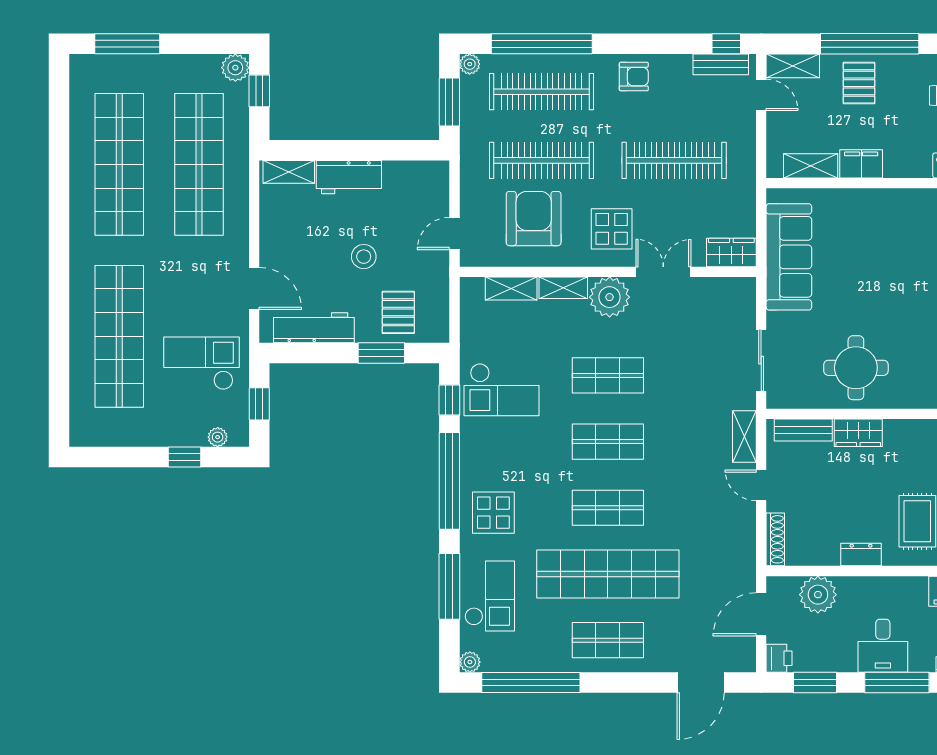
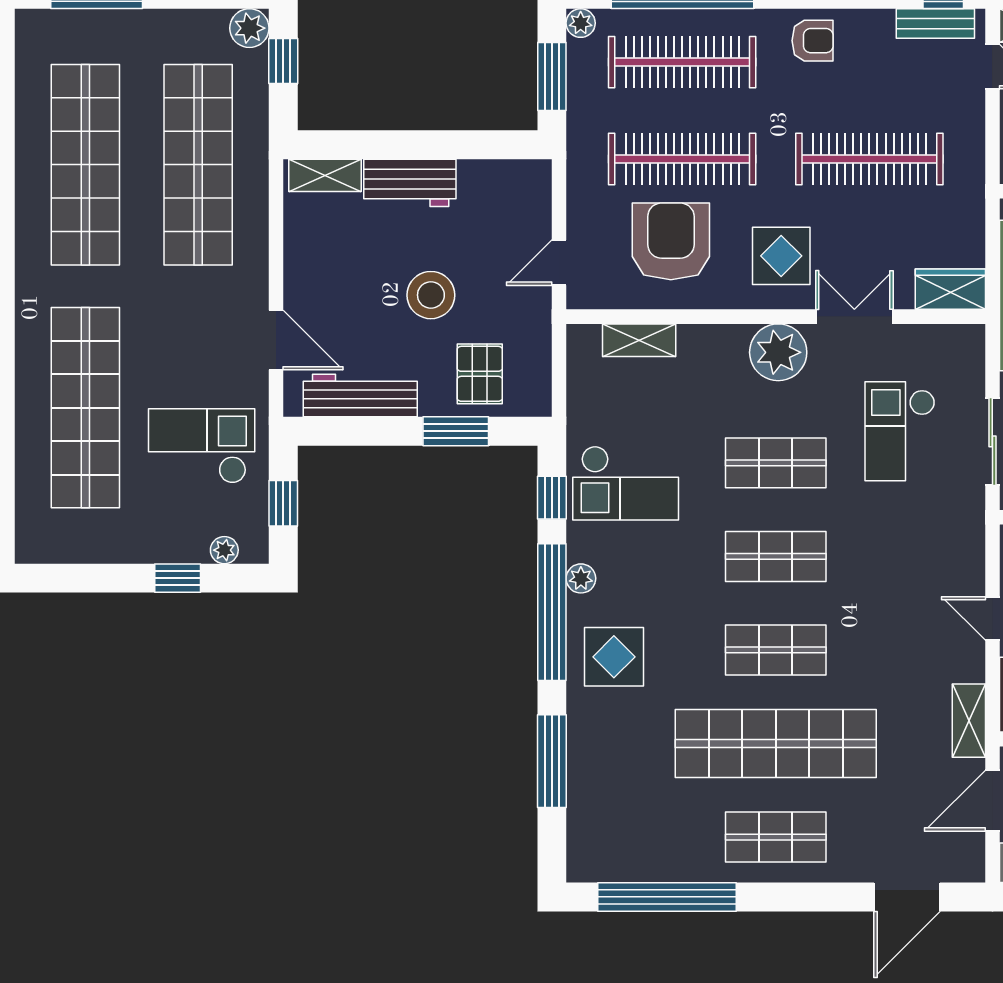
stool: (364, 257) -> (431, 295), width x1.38, depth x1.38
shelving: (563, 288) -> (713, 339), removed
shelving: (744, 436) -> (969, 721), moved
checkout: (490, 596) -> (900, 431), moved, turned 180
plant: (470, 662) -> (581, 578), moved

